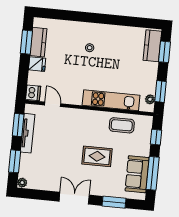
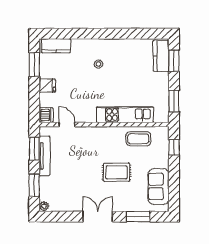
kitchen counter: (38, 42) -> (56, 46), moved, turned 90
plant: (150, 99) -> (164, 110), removed
window: (153, 173) -> (174, 184), removed

